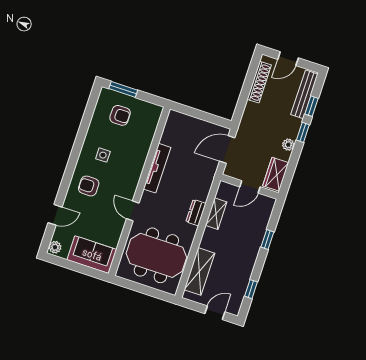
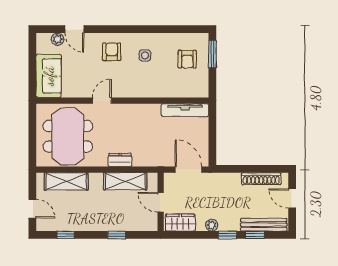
tv unit: (157, 168) -> (185, 110), moved
shelving: (216, 214) -> (125, 181), width x1.50, depth x1.33
plant: (55, 247) -> (58, 39), moved

